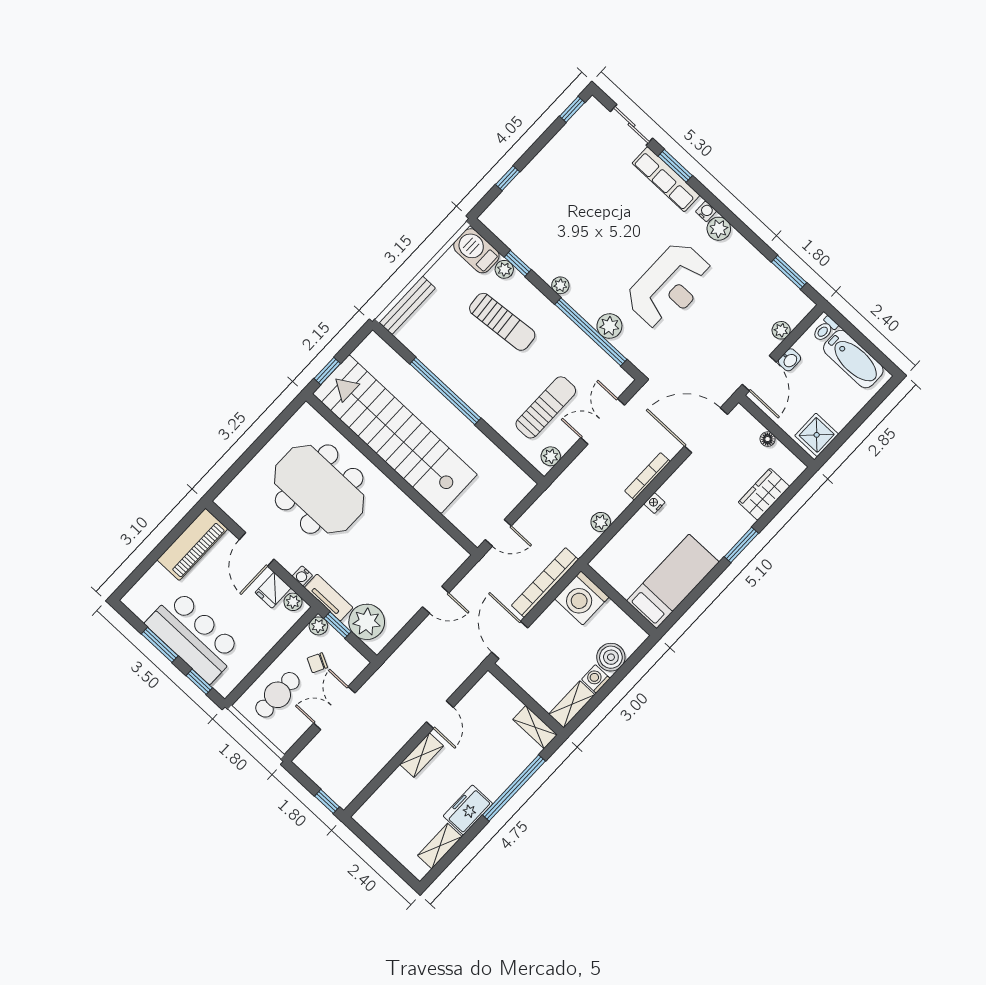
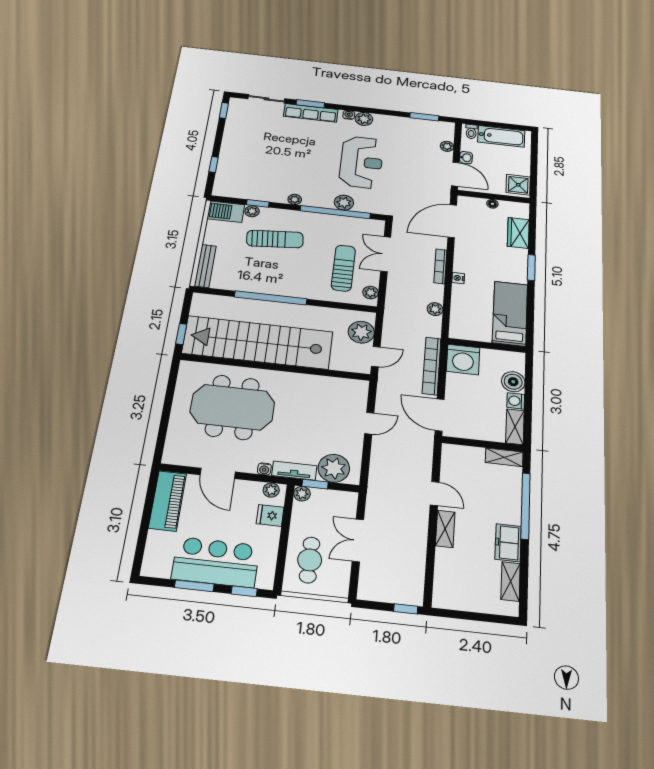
plant: (506, 495) -> (361, 332), added
fridge: (273, 590) -> (270, 515), moved, turned 90
chair: (317, 663) -> (321, 518), removed

